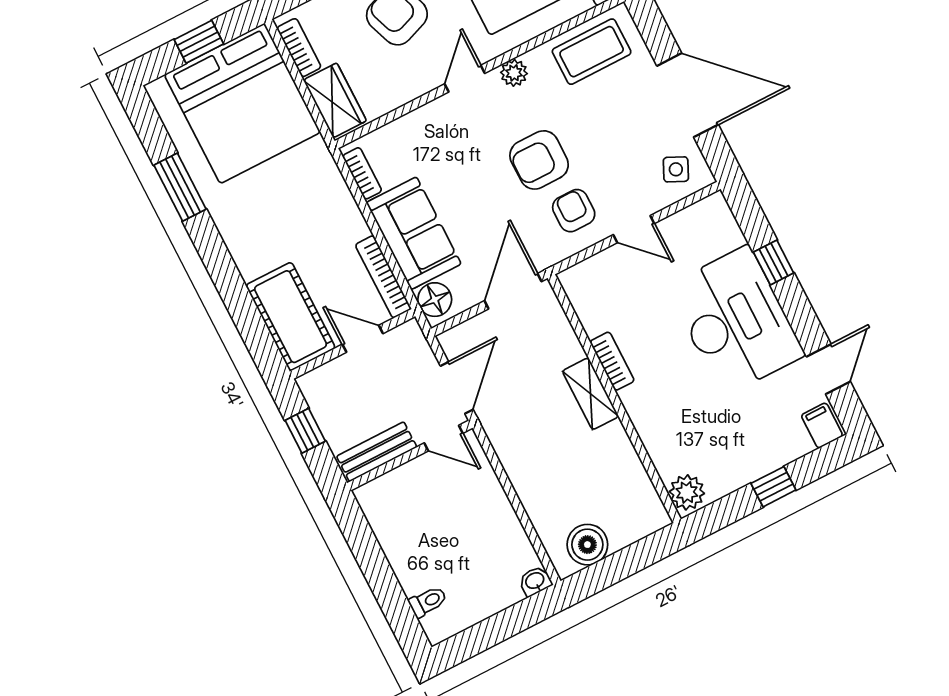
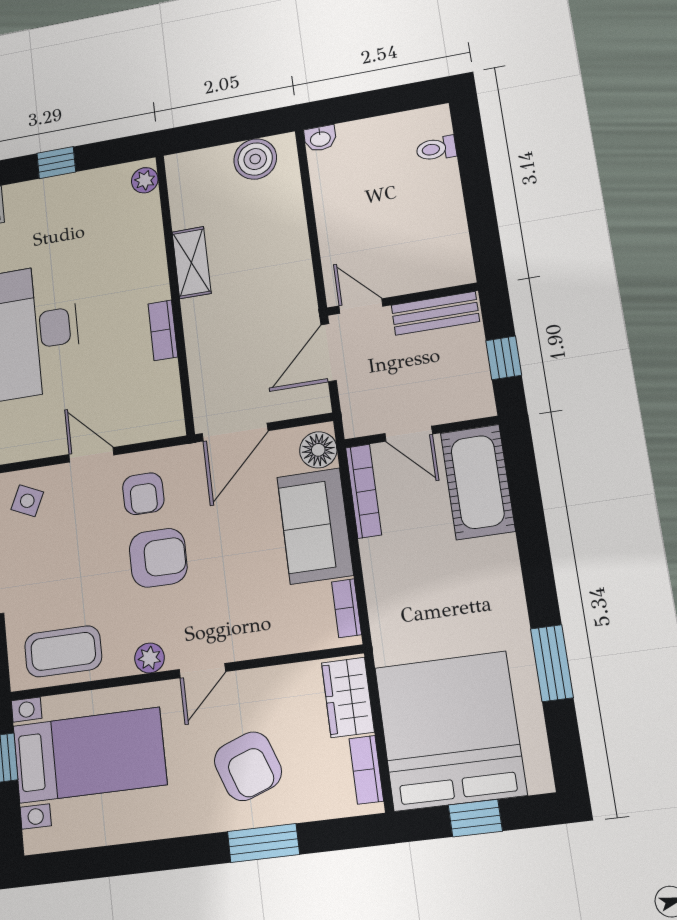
shelving: (590, 394) -> (192, 263), moved
plant: (687, 492) -> (145, 180), width x0.73, depth x0.73

